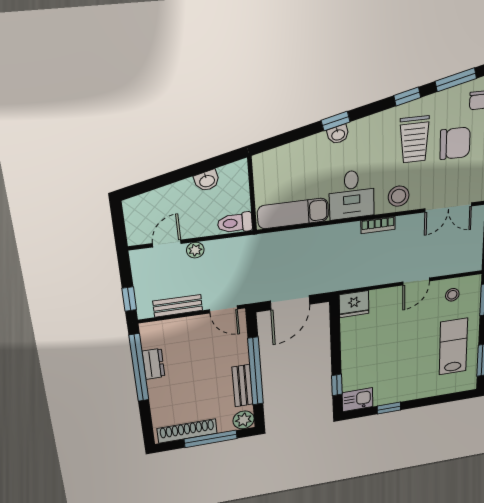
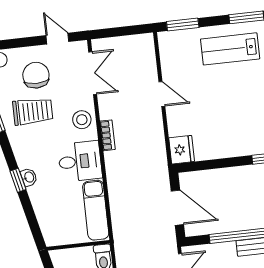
stool: (452, 295) -> (176, 58), removed

